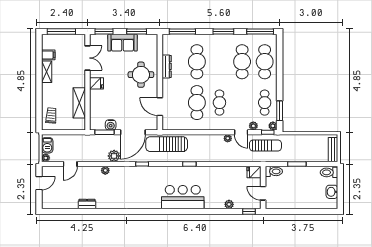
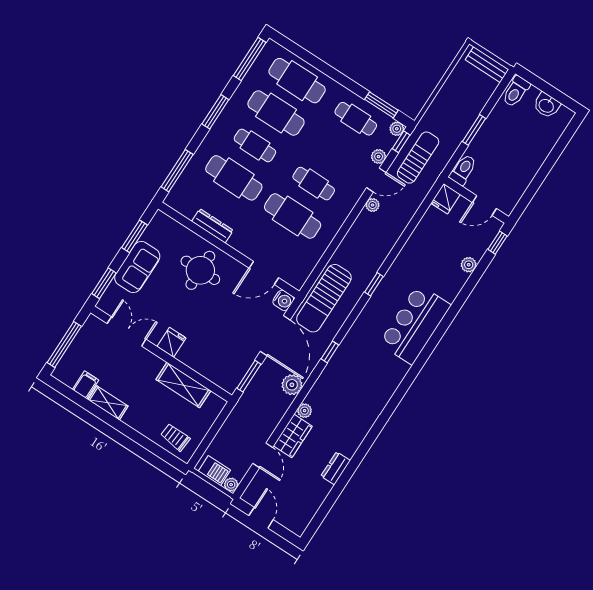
cafe table: (219, 62) -> (255, 145), added
water cooler: (111, 125) -> (283, 300), moved
wardrobe: (89, 173) -> (293, 436), added

